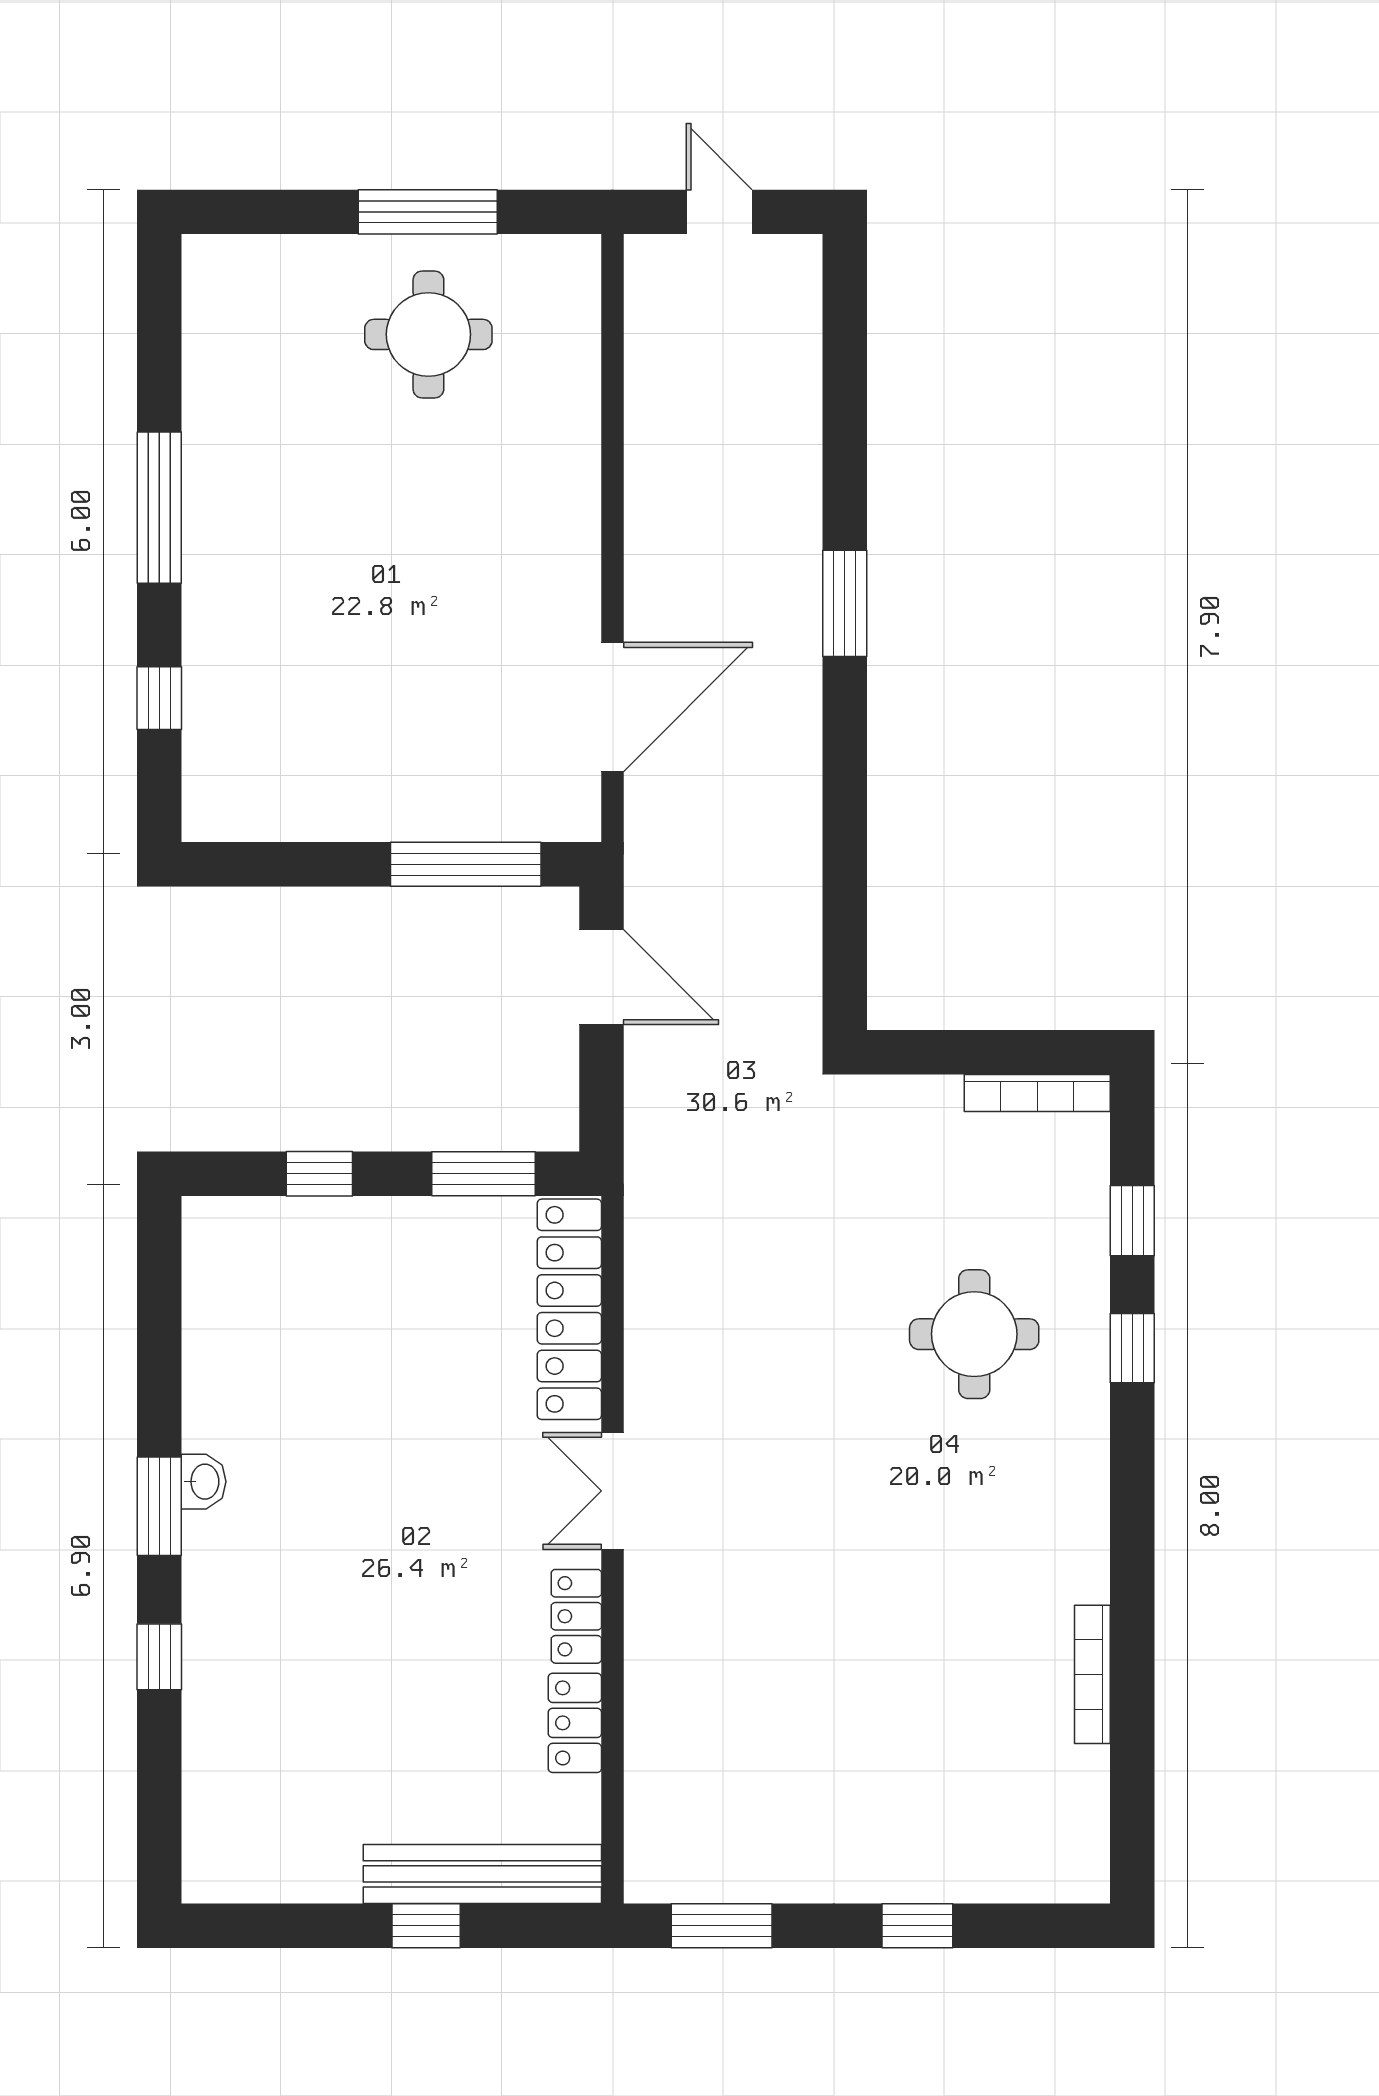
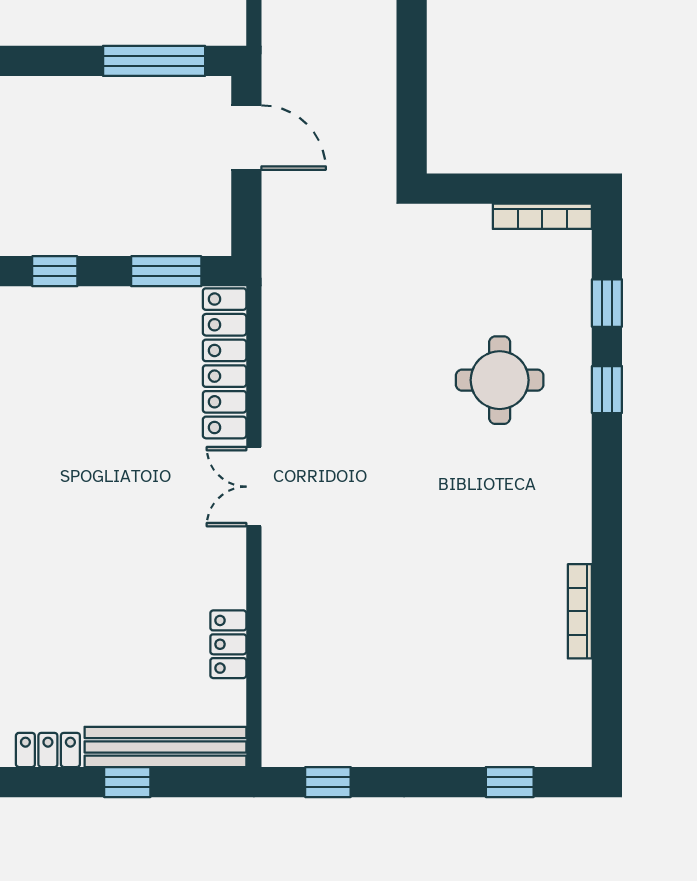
locker: (576, 1616) -> (48, 750), moved, turned 90
window: (722, 1926) -> (328, 782), width x0.67
window: (917, 1926) -> (510, 782), moved

